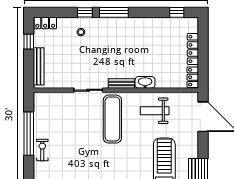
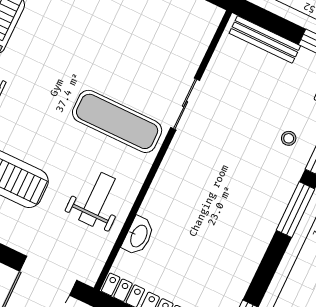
washbasin: (145, 82) -> (138, 236), moved
bench: (121, 83) -> (170, 165), removed

